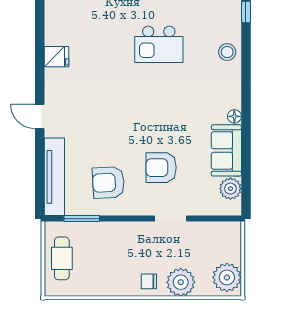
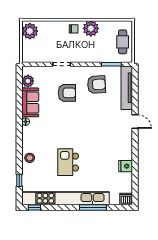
kitchen island: (159, 44) -> (68, 162), turned -90
fridge: (57, 57) -> (126, 166), moved
plant: (181, 282) -> (91, 28), moved

